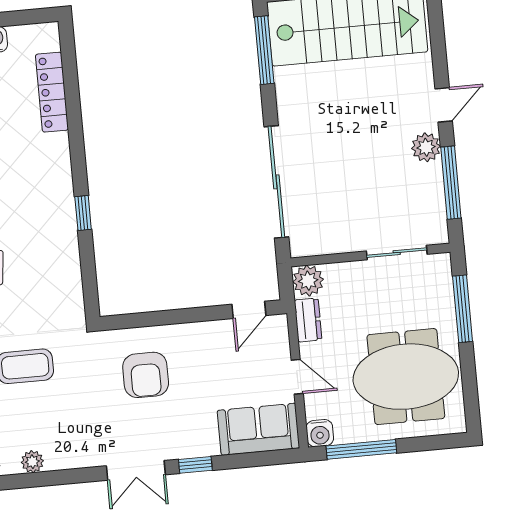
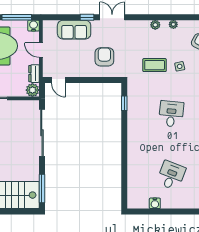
locker: (52, 92) -> (133, 179), removed
window: (83, 213) -> (124, 103), moved
door: (249, 310) -> (58, 80), swing flipped
sofa: (258, 429) -> (74, 30), moved

